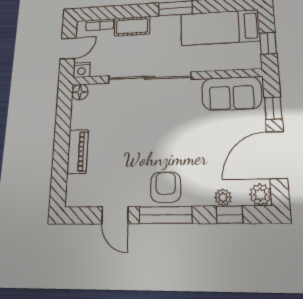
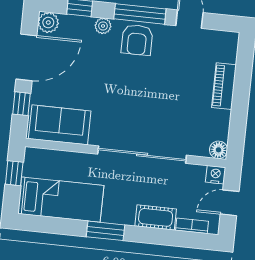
plant: (223, 197) -> (103, 26), moved

